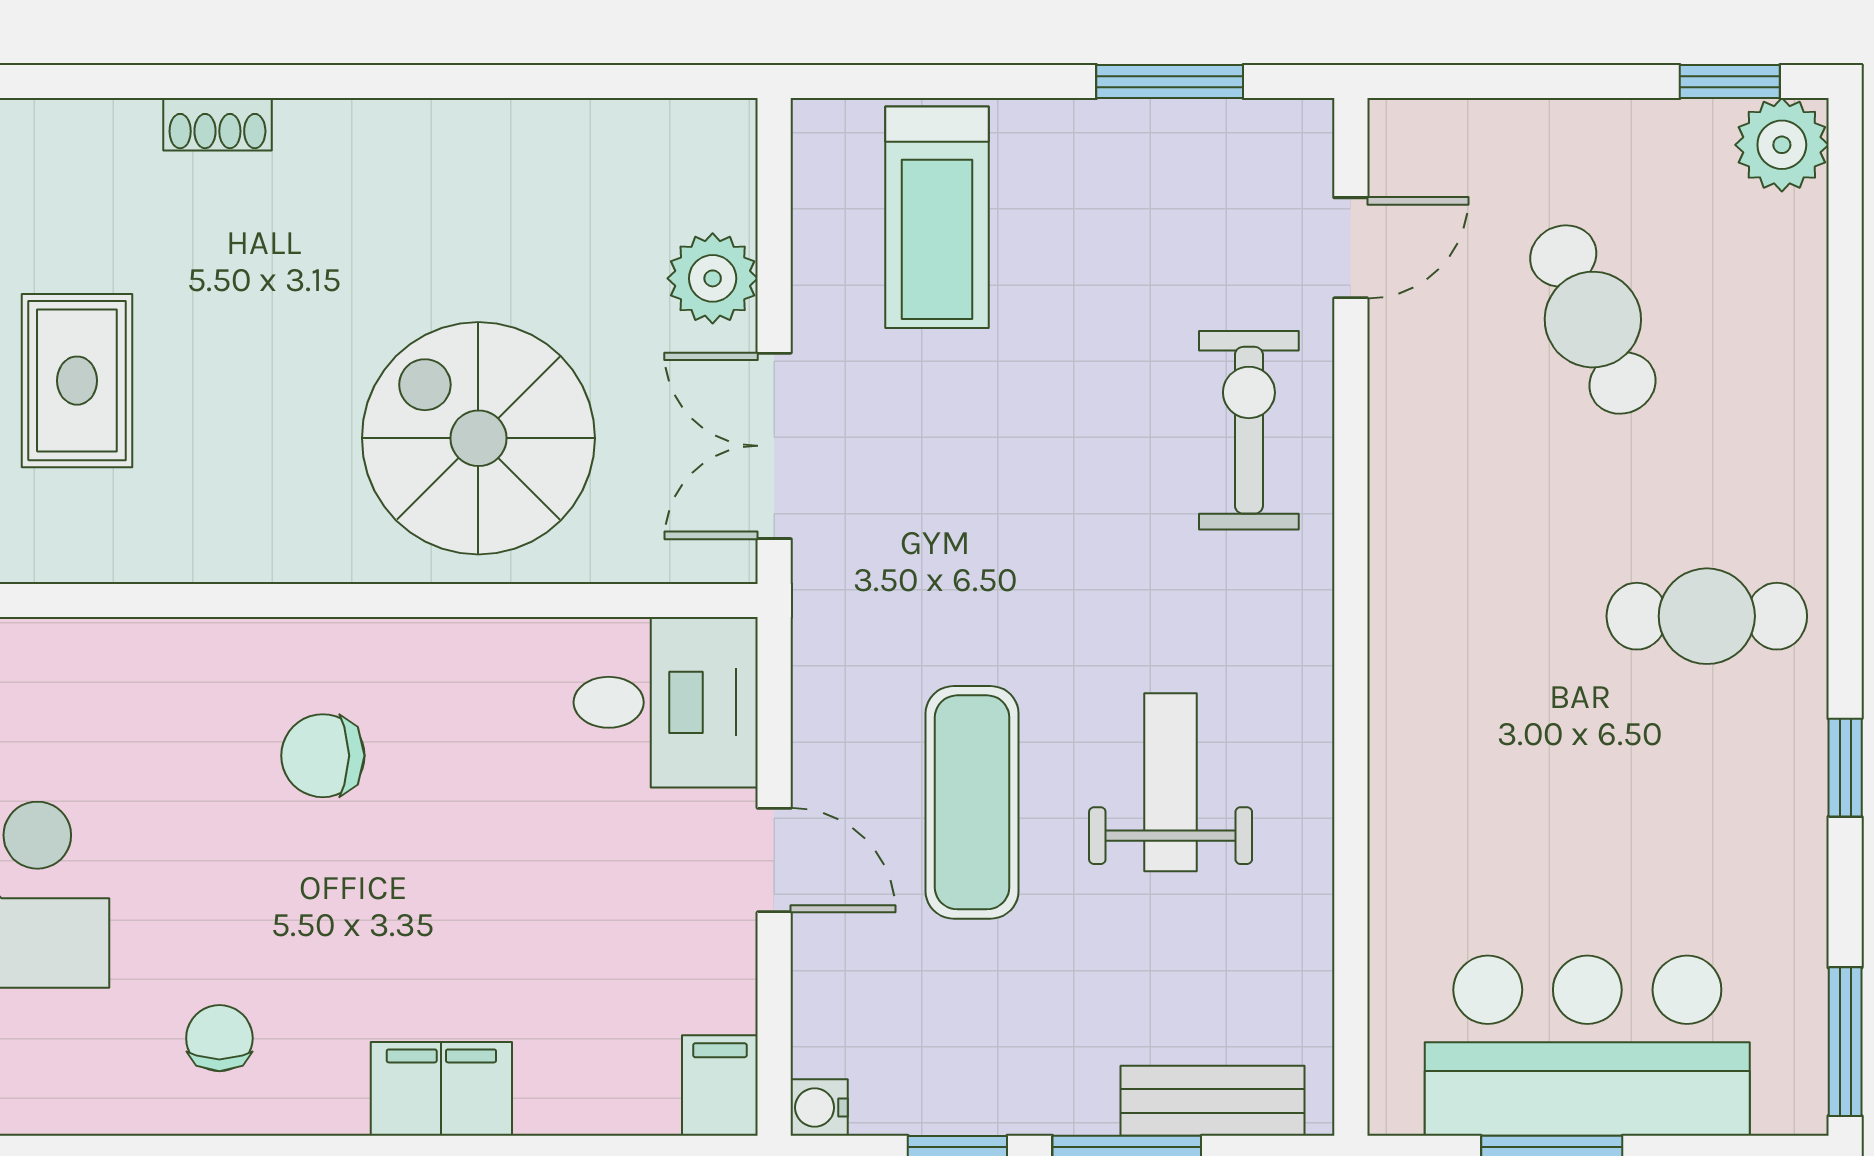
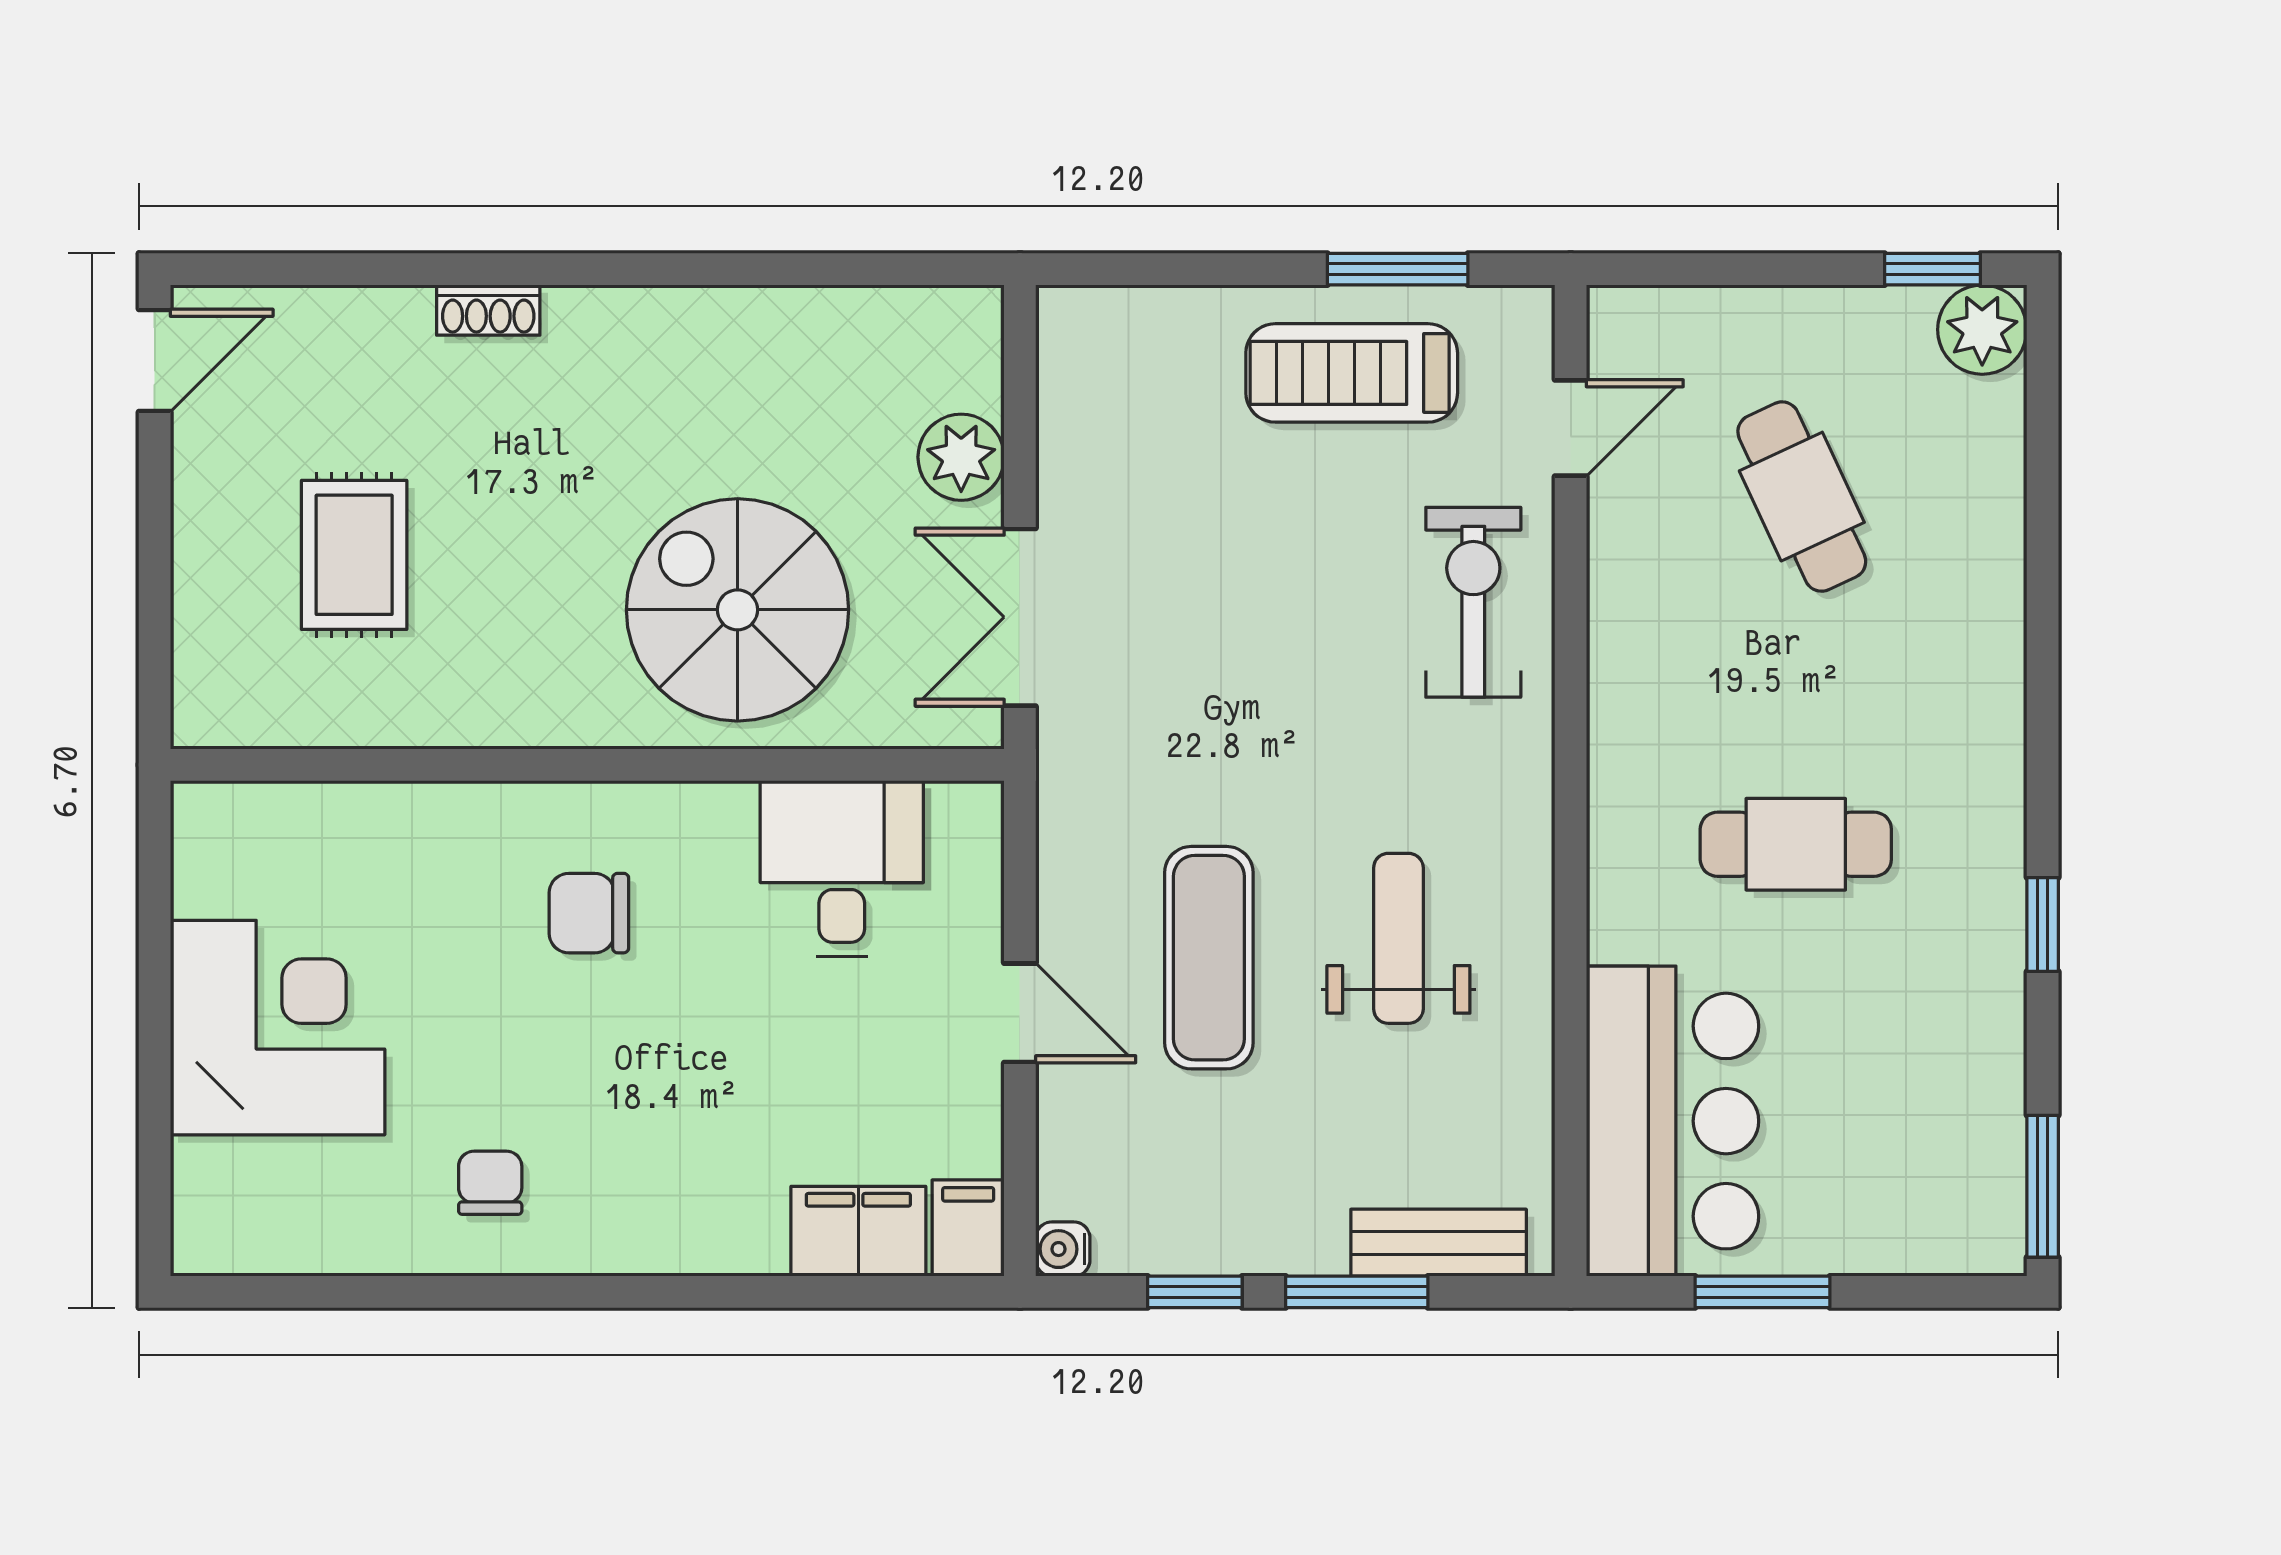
treadmill: (937, 217) -> (1352, 373), moved, turned 90
cafe table: (1707, 616) -> (1796, 844), moved
desk: (666, 702) -> (842, 868), moved, turned -90
bar counter: (1587, 1046) -> (1673, 1121), moved, turned 90
filing cabinet: (441, 1089) -> (858, 1231), moved

